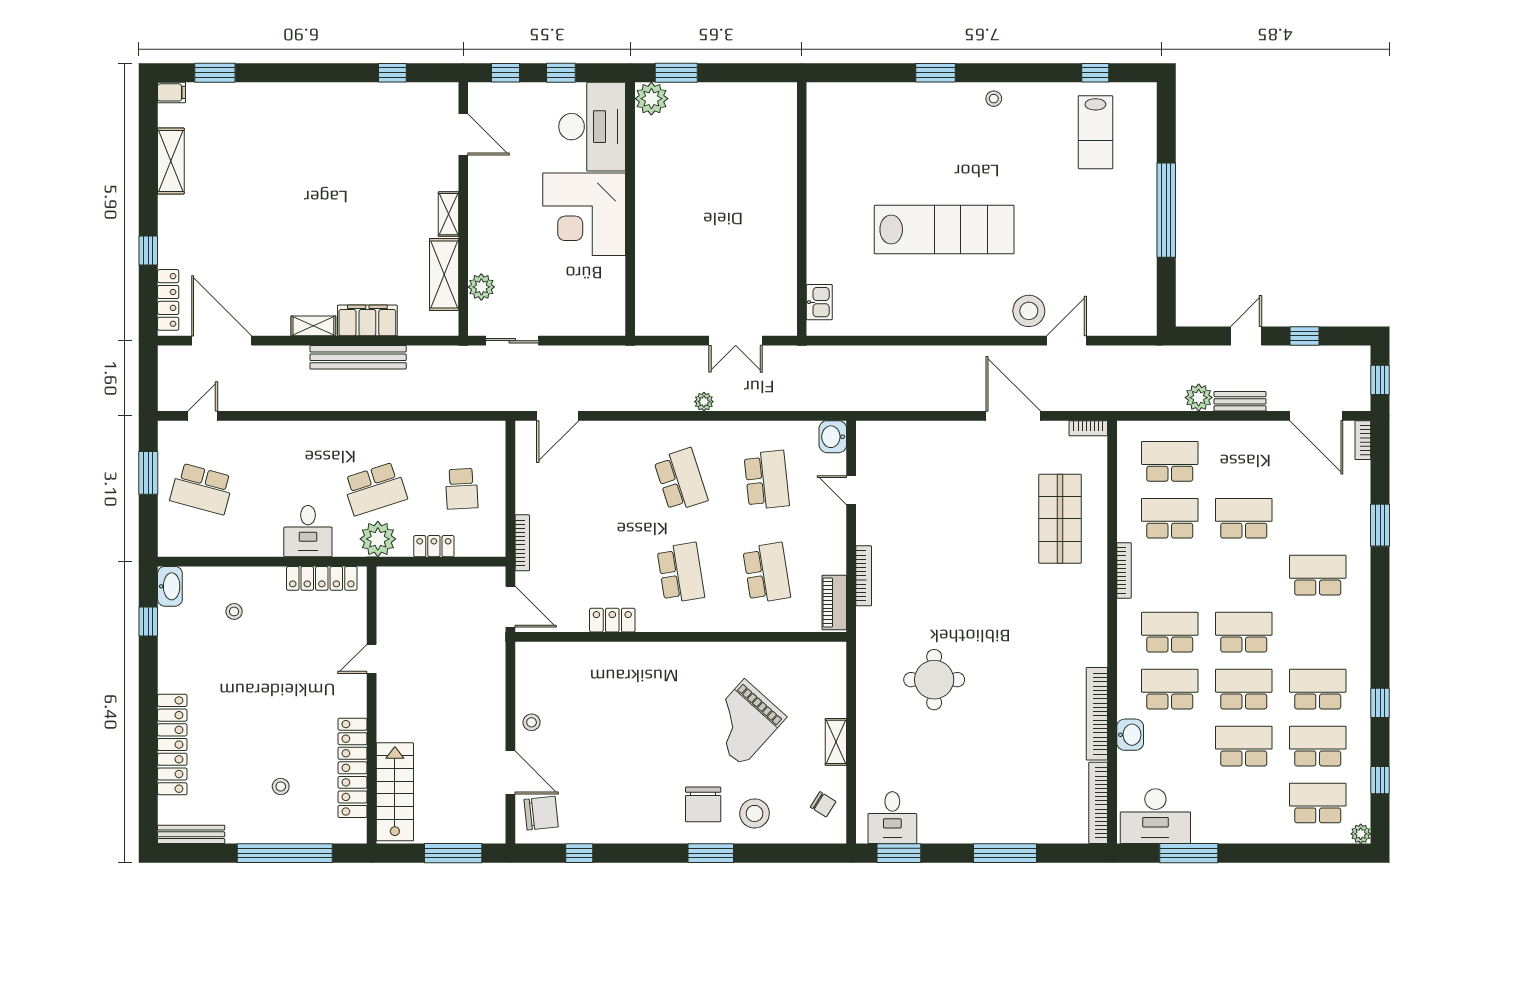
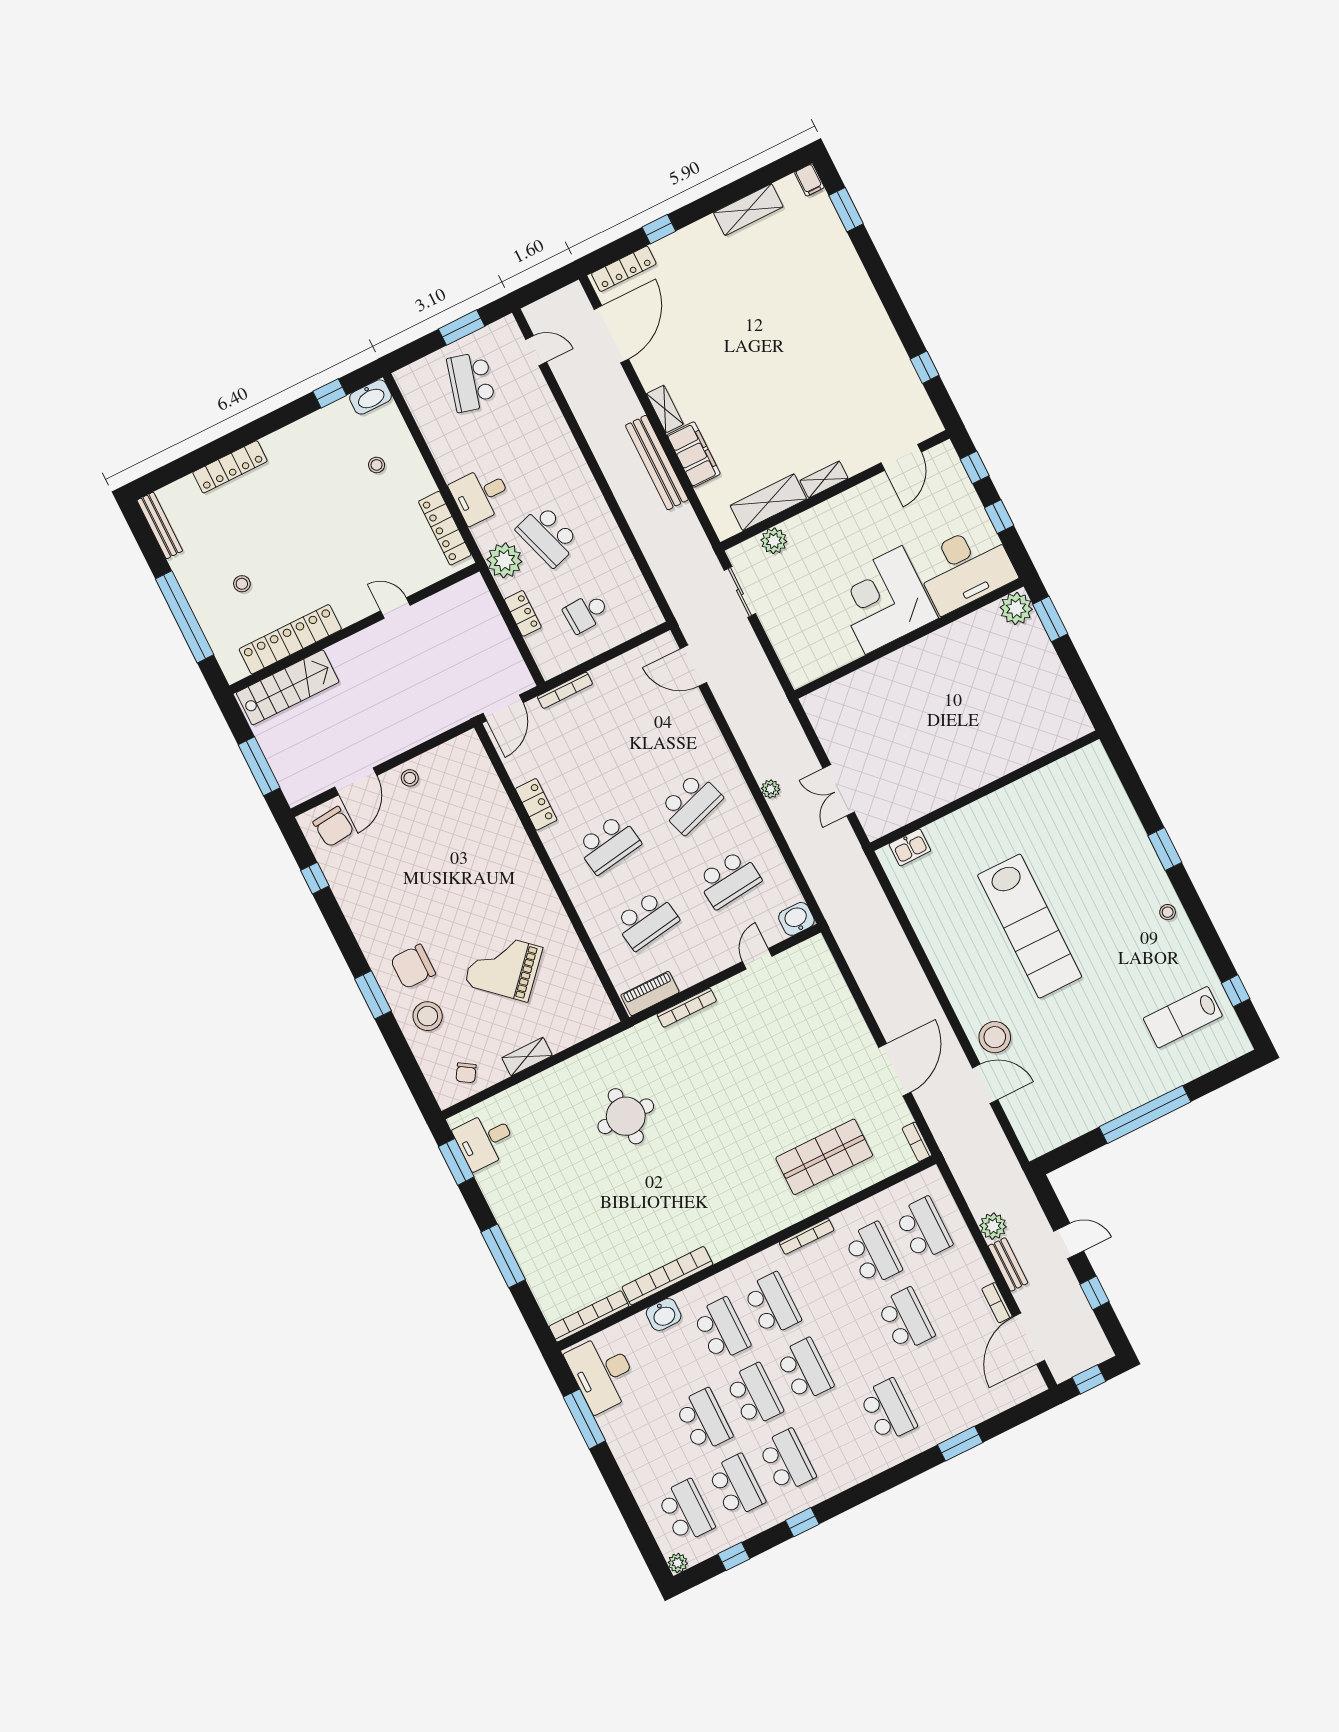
bookcase: (1363, 440) -> (997, 1303), moved, turned -90
locker: (172, 745) -> (230, 467), width x0.71, depth x0.83

